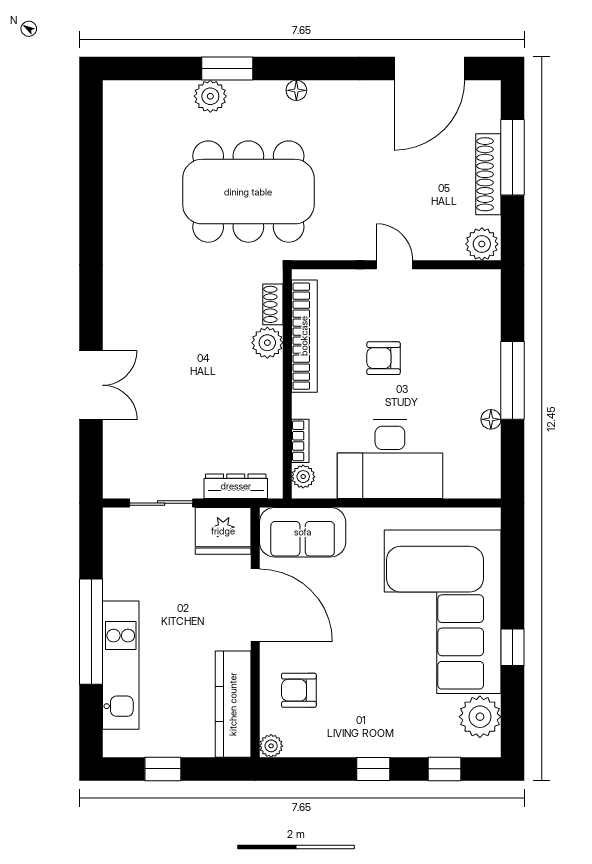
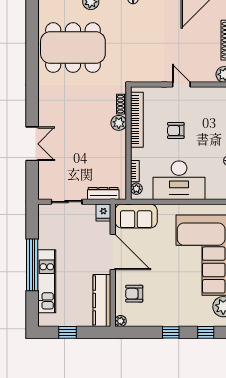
dining table: (248, 192) -> (73, 48), moved
fridge: (223, 531) -> (103, 212), width x0.53, depth x0.75

